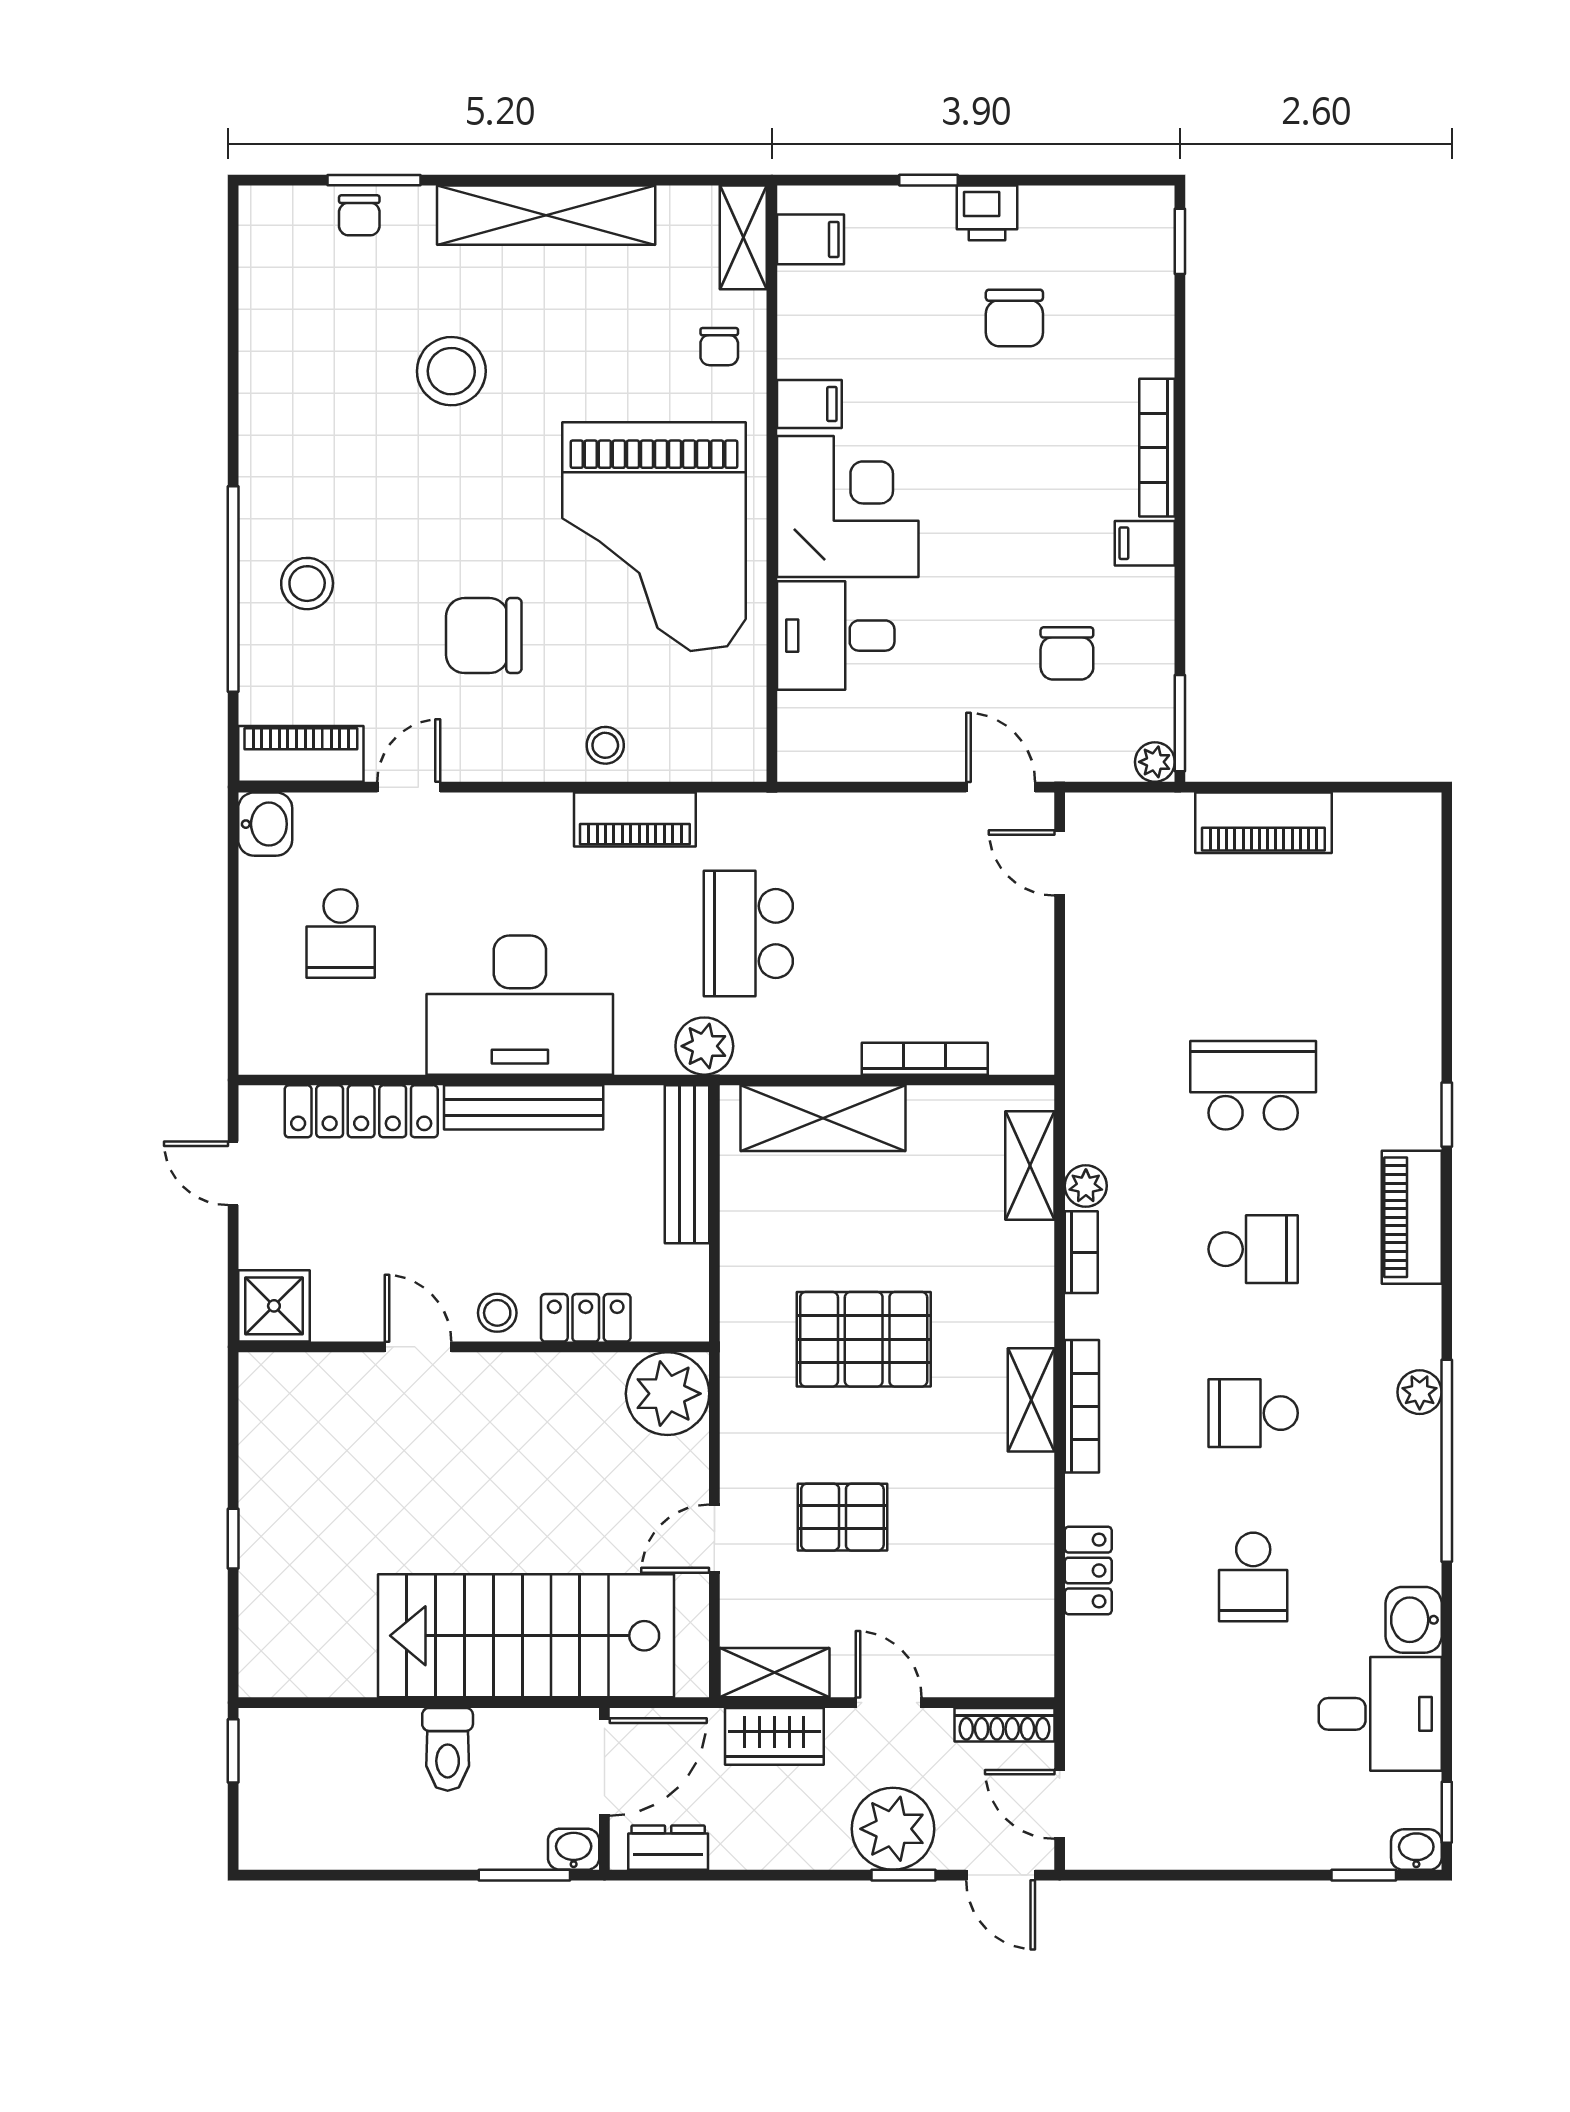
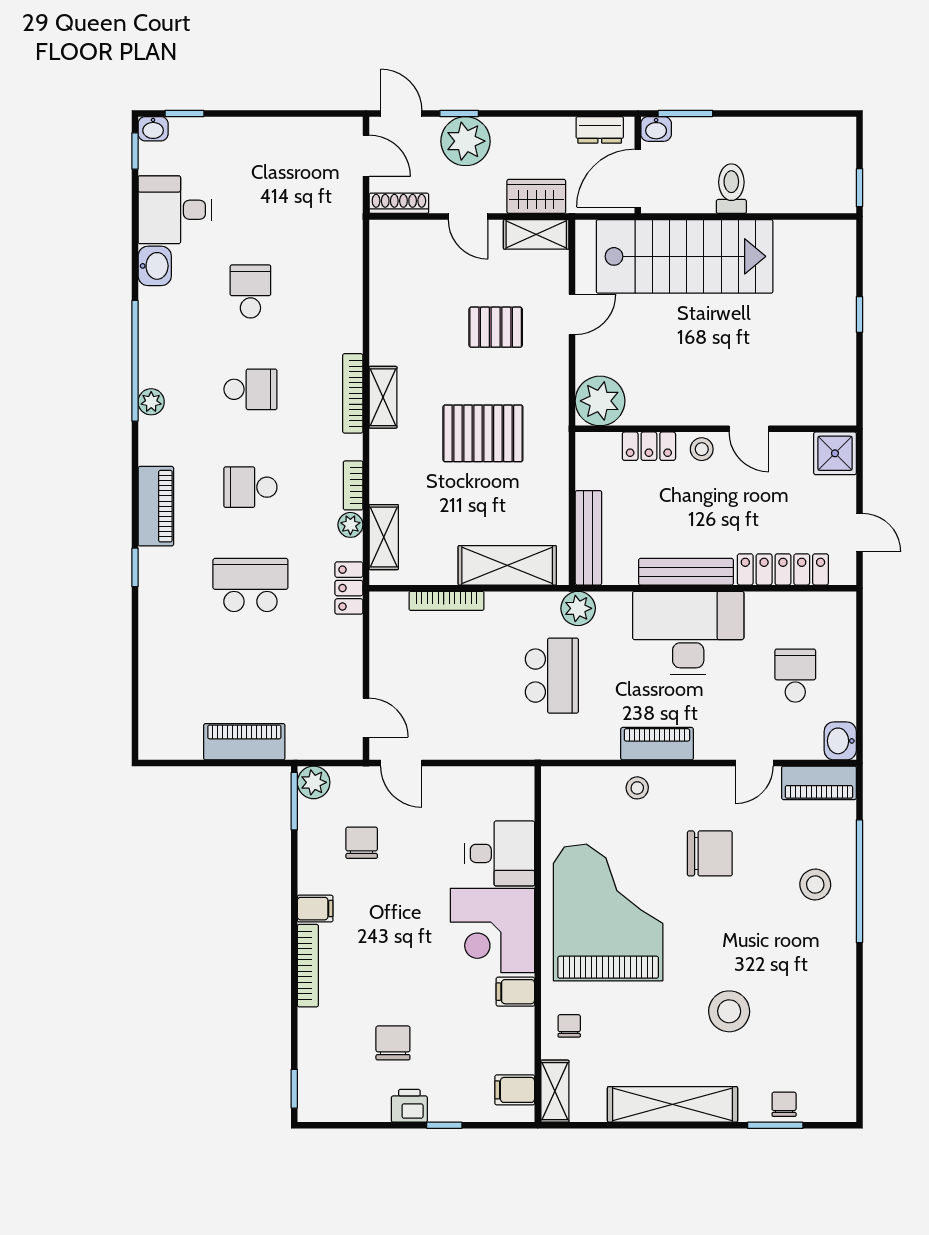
plant: (1155, 762) -> (314, 782), width x1.38, depth x1.38
piano: (635, 819) -> (657, 744), moved
school desk: (1253, 1085) -> (250, 585), turned 180
locker: (1088, 1571) -> (349, 588), moved

